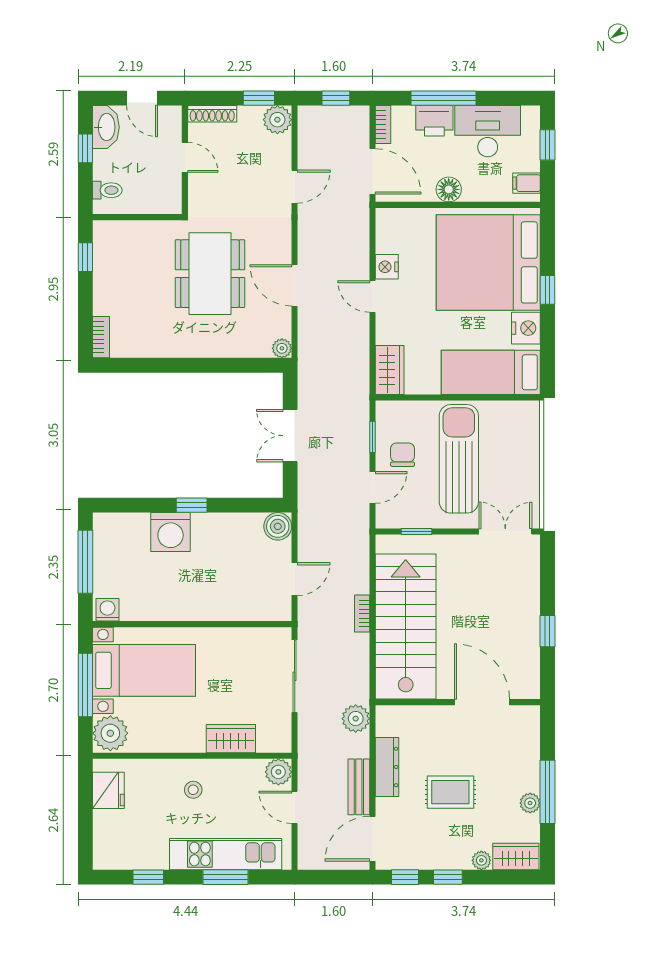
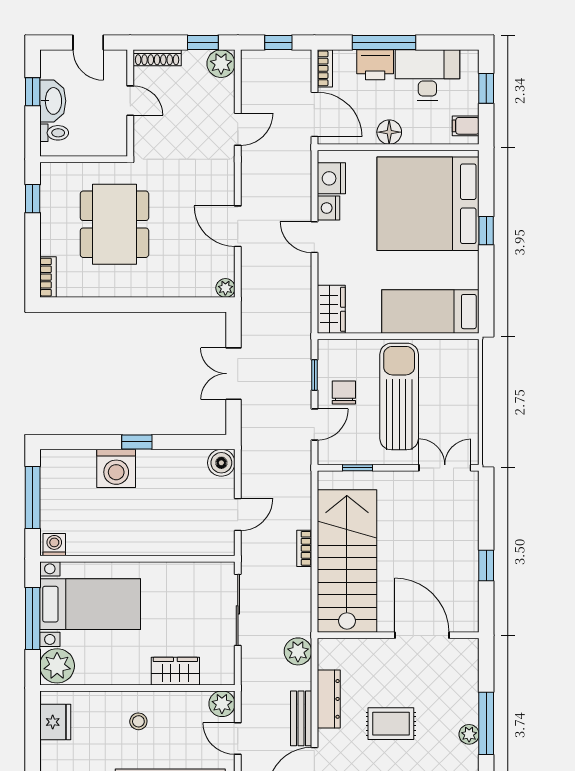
washbasin: (106, 127) -> (53, 101), moved
dining table: (210, 274) -> (114, 224), moved
nightstand: (526, 328) -> (331, 178), moved, turned 180

